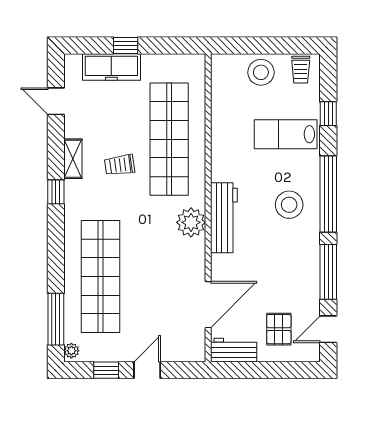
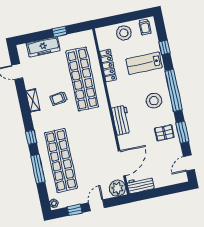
window: (126, 46) -> (60, 32), moved
locker: (220, 124) -> (108, 65), added
window: (56, 192) -> (31, 137), moved
workbench: (224, 218) -> (121, 120), width x0.73
plant: (191, 222) -> (117, 188), moved
window: (328, 272) -> (182, 132), width x0.69
window: (56, 319) -> (38, 169), moved
pallet: (279, 329) -> (164, 133), moved, turned 90

